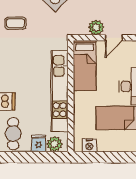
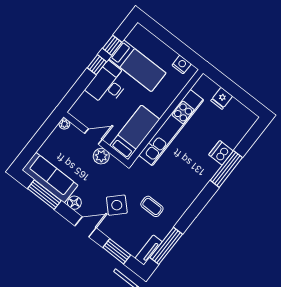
coffee table: (15, 23) -> (152, 206), moved
cafe table: (13, 134) -> (236, 122), removed
plant: (54, 144) -> (209, 88), removed

